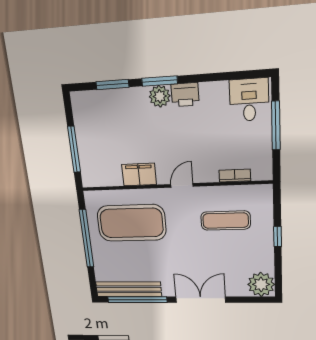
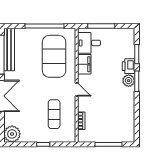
printer: (185, 95) -> (129, 66), moved
desk: (249, 100) -> (89, 43), moved, turned 180

